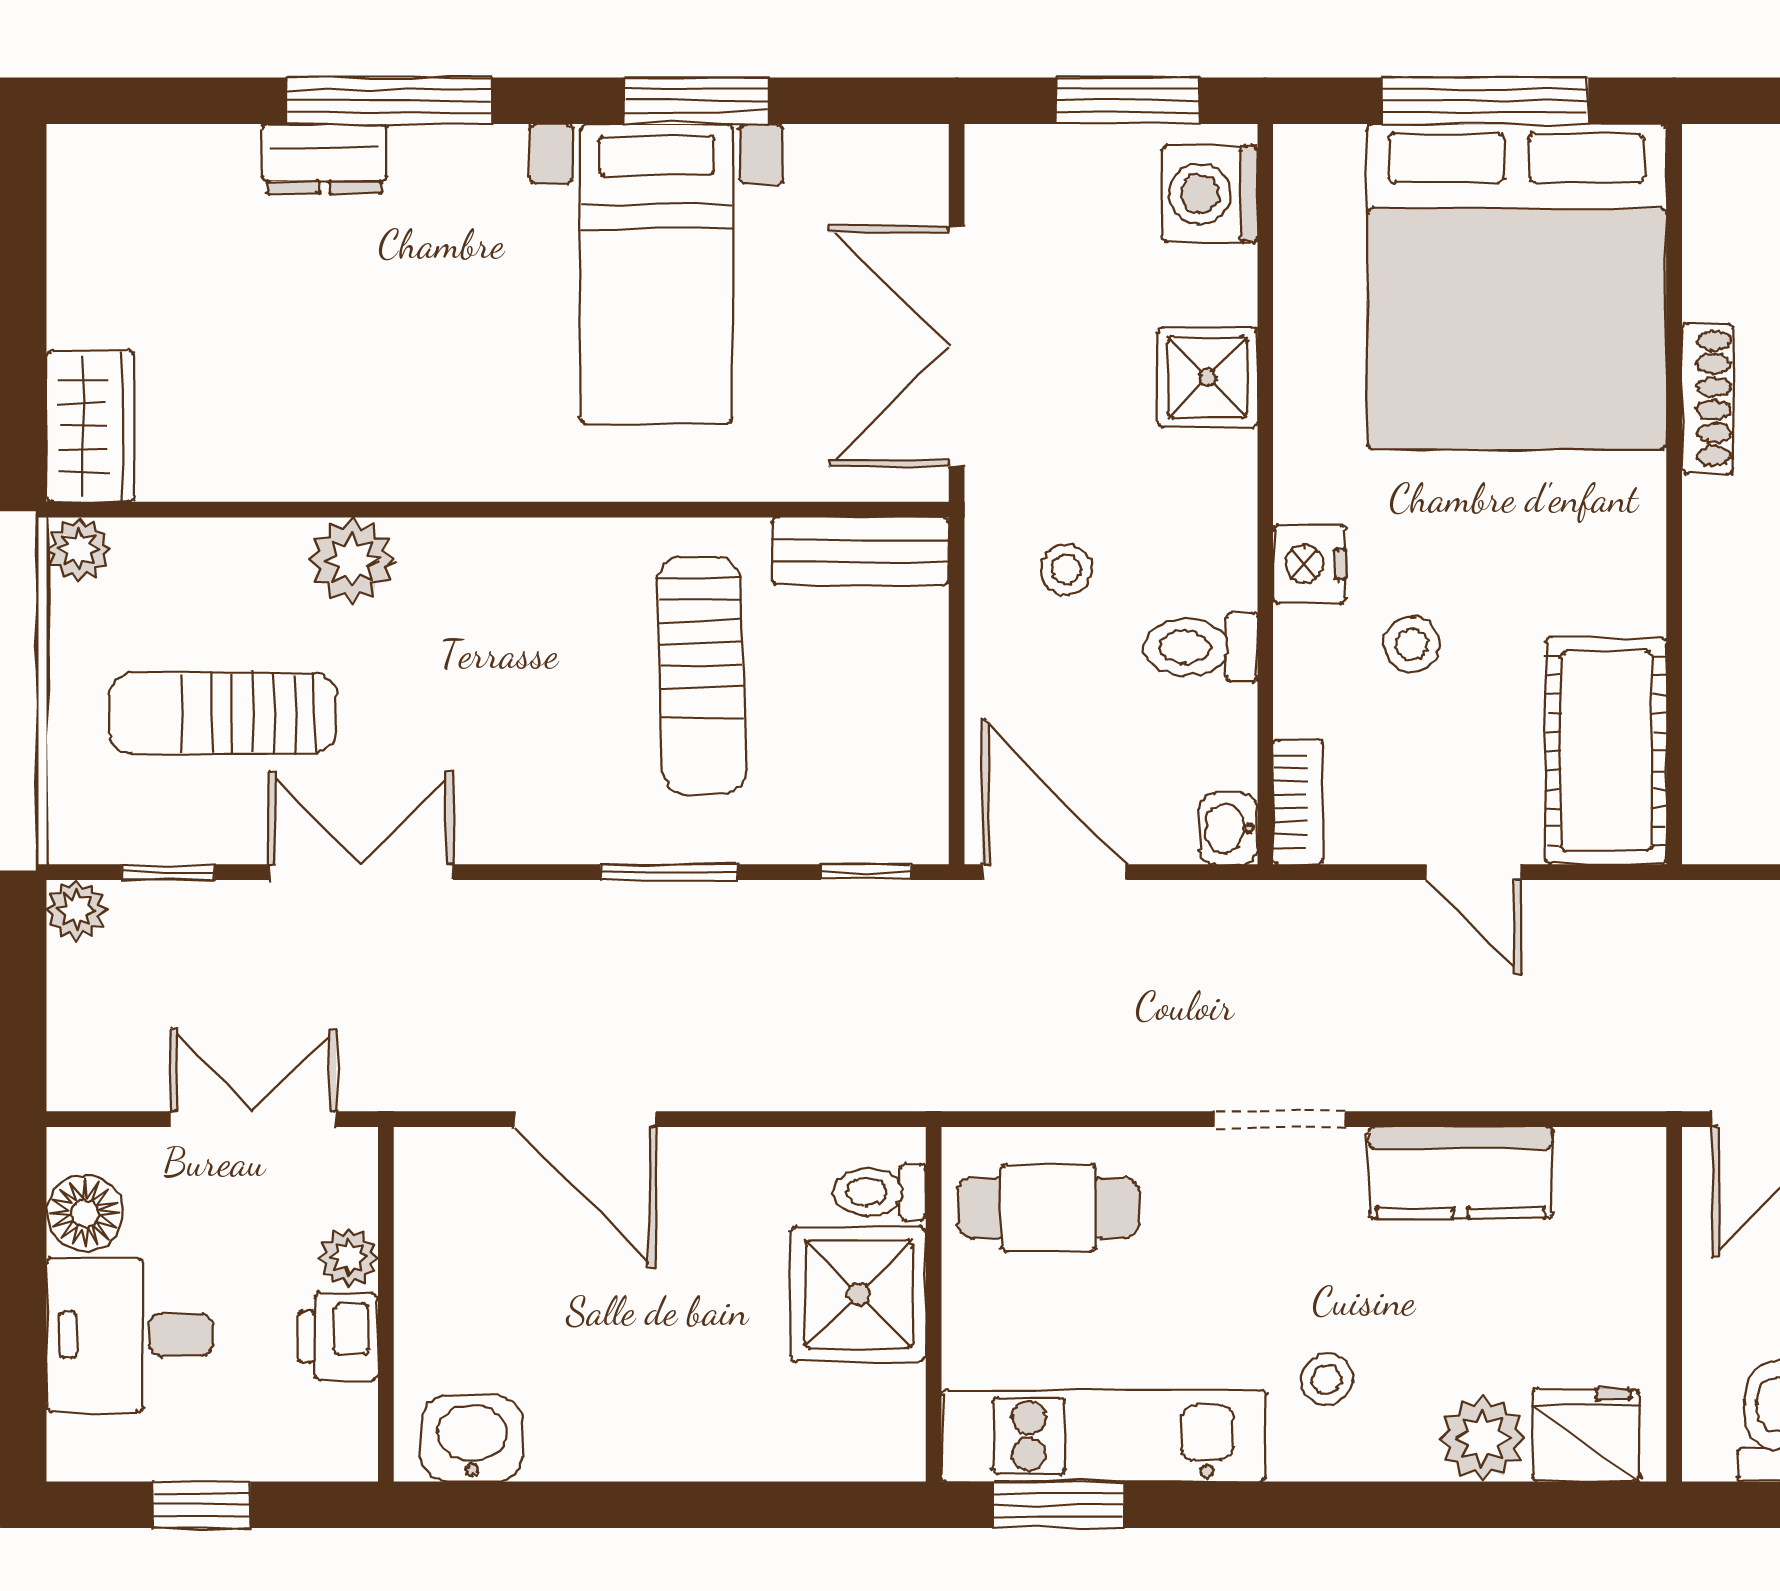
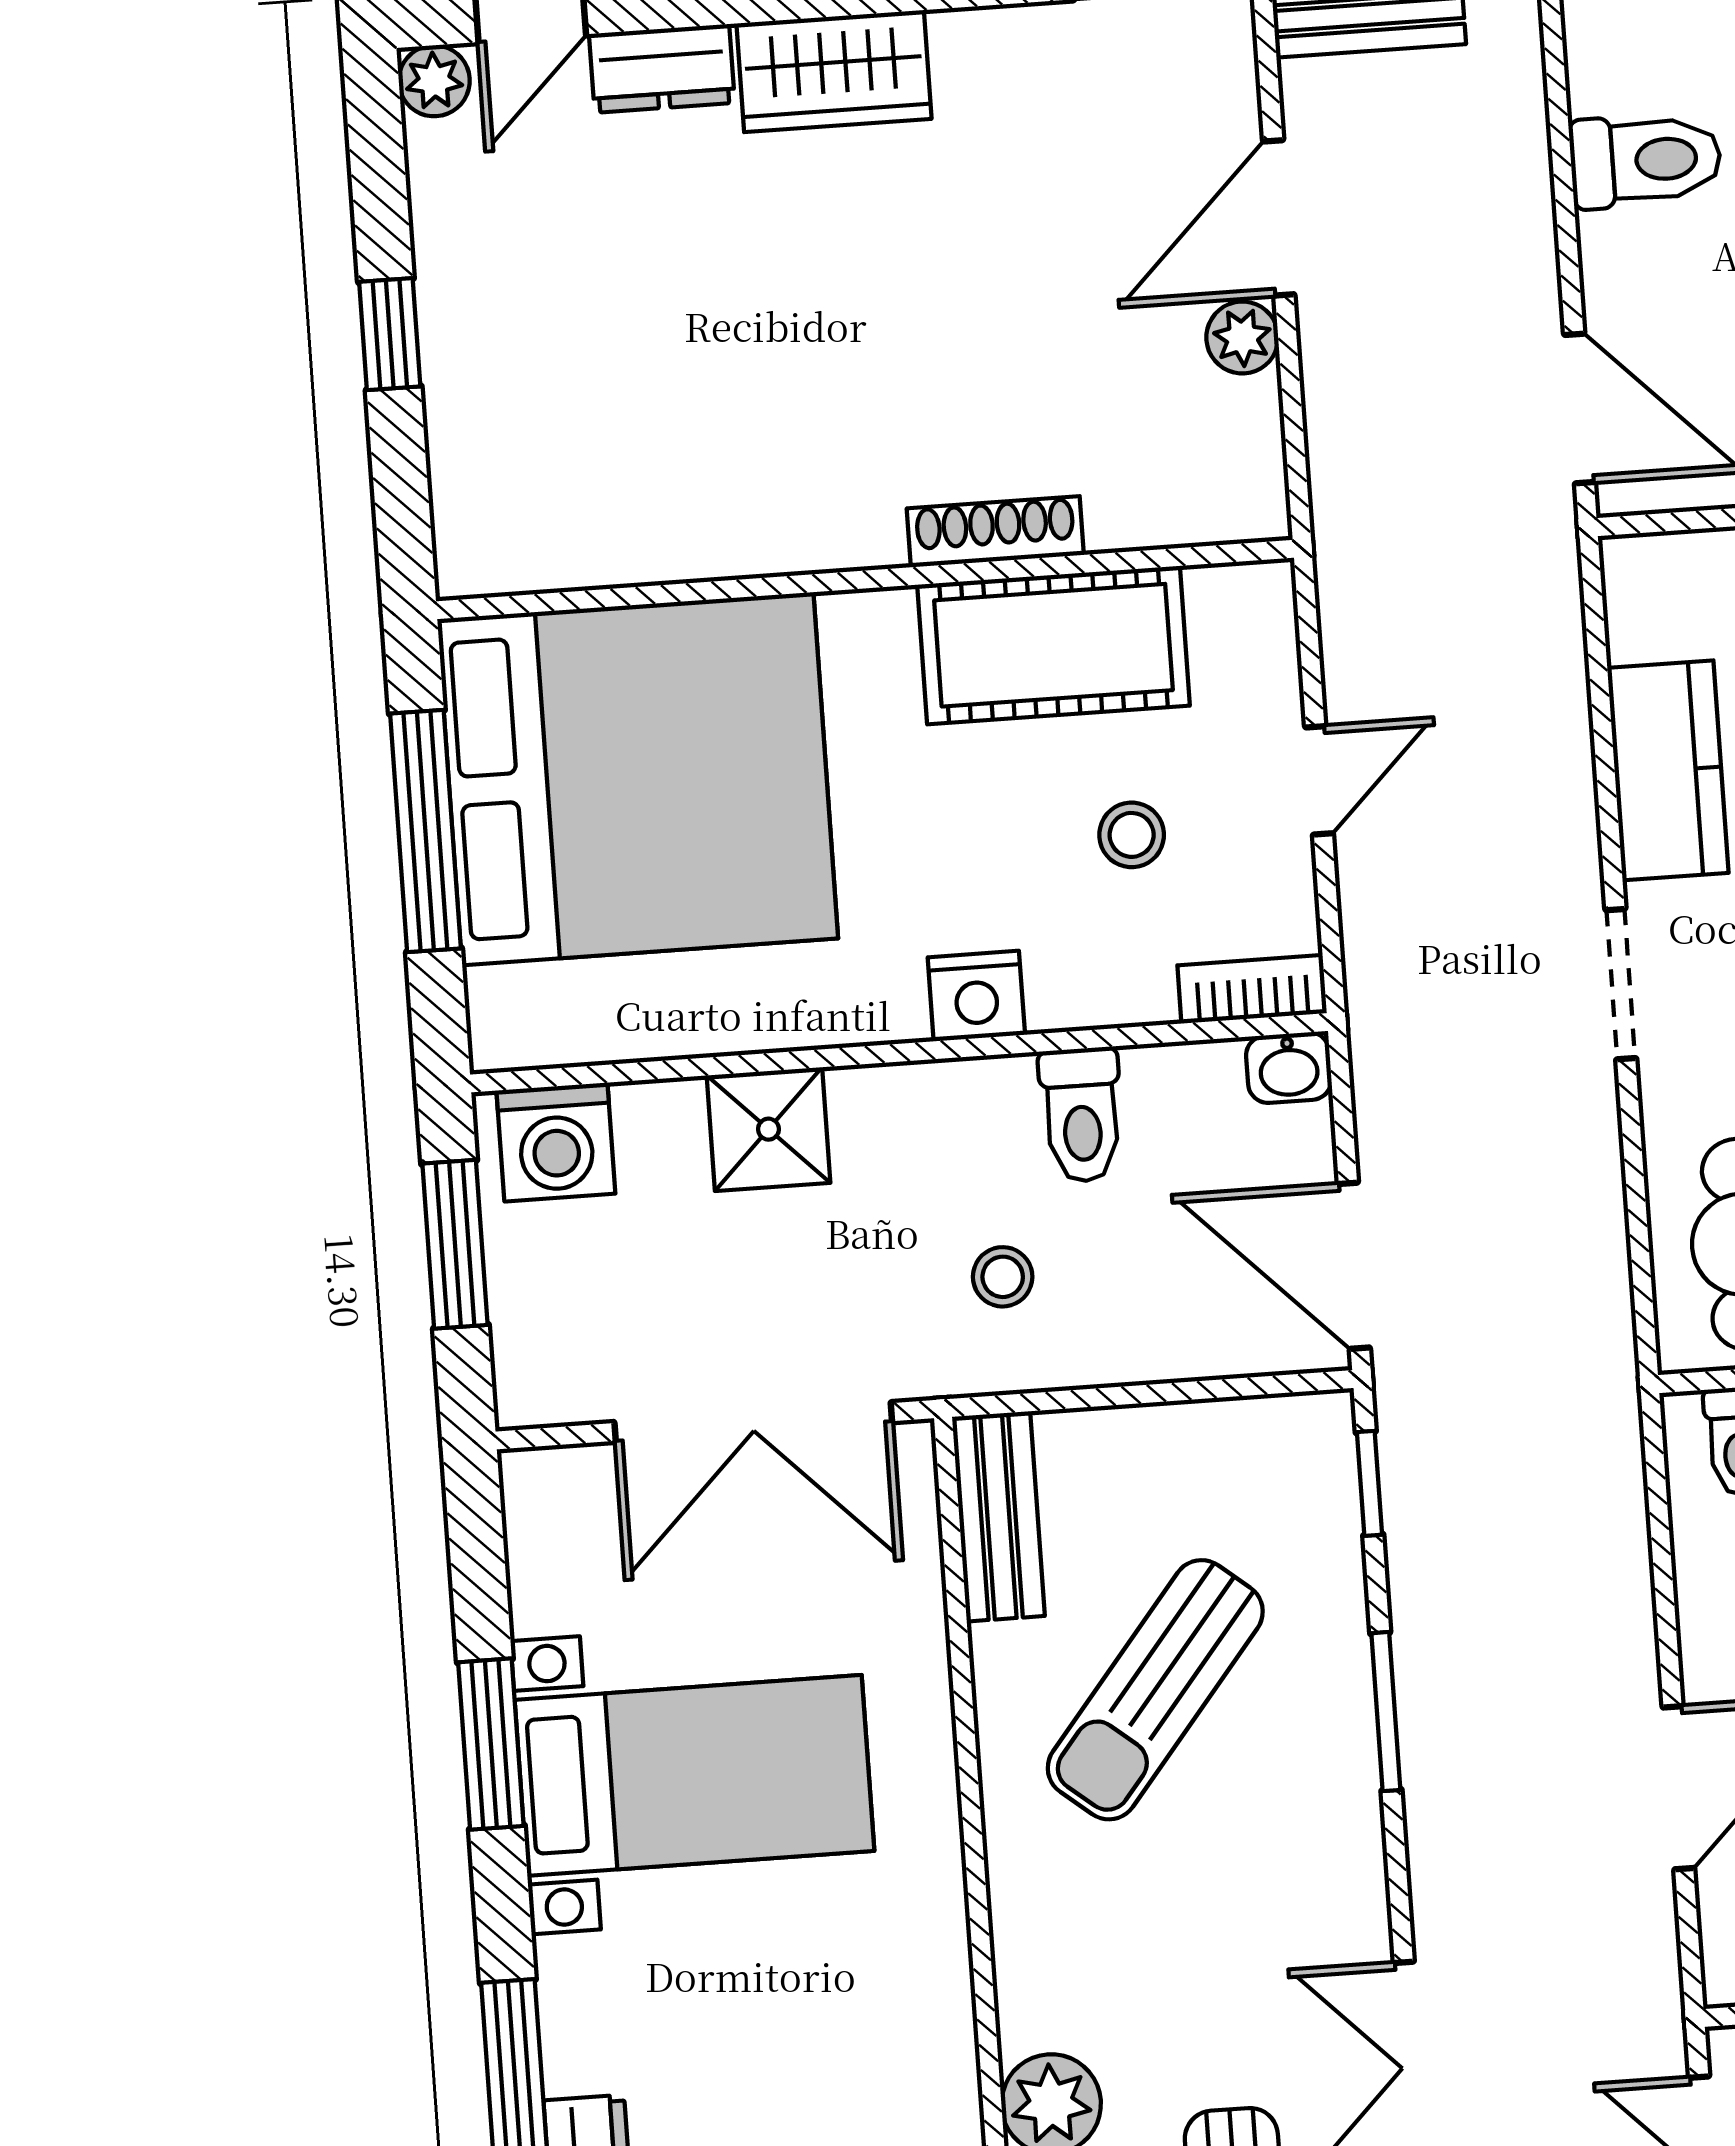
shoe rack: (1707, 398) -> (995, 532), moved
stool: (1411, 644) -> (1132, 835), moved
sun lounger: (702, 675) -> (1155, 1690), turned 131
cot: (1606, 751) -> (1053, 645), moved
door: (1054, 872) -> (1354, 1266), hinge flipped

